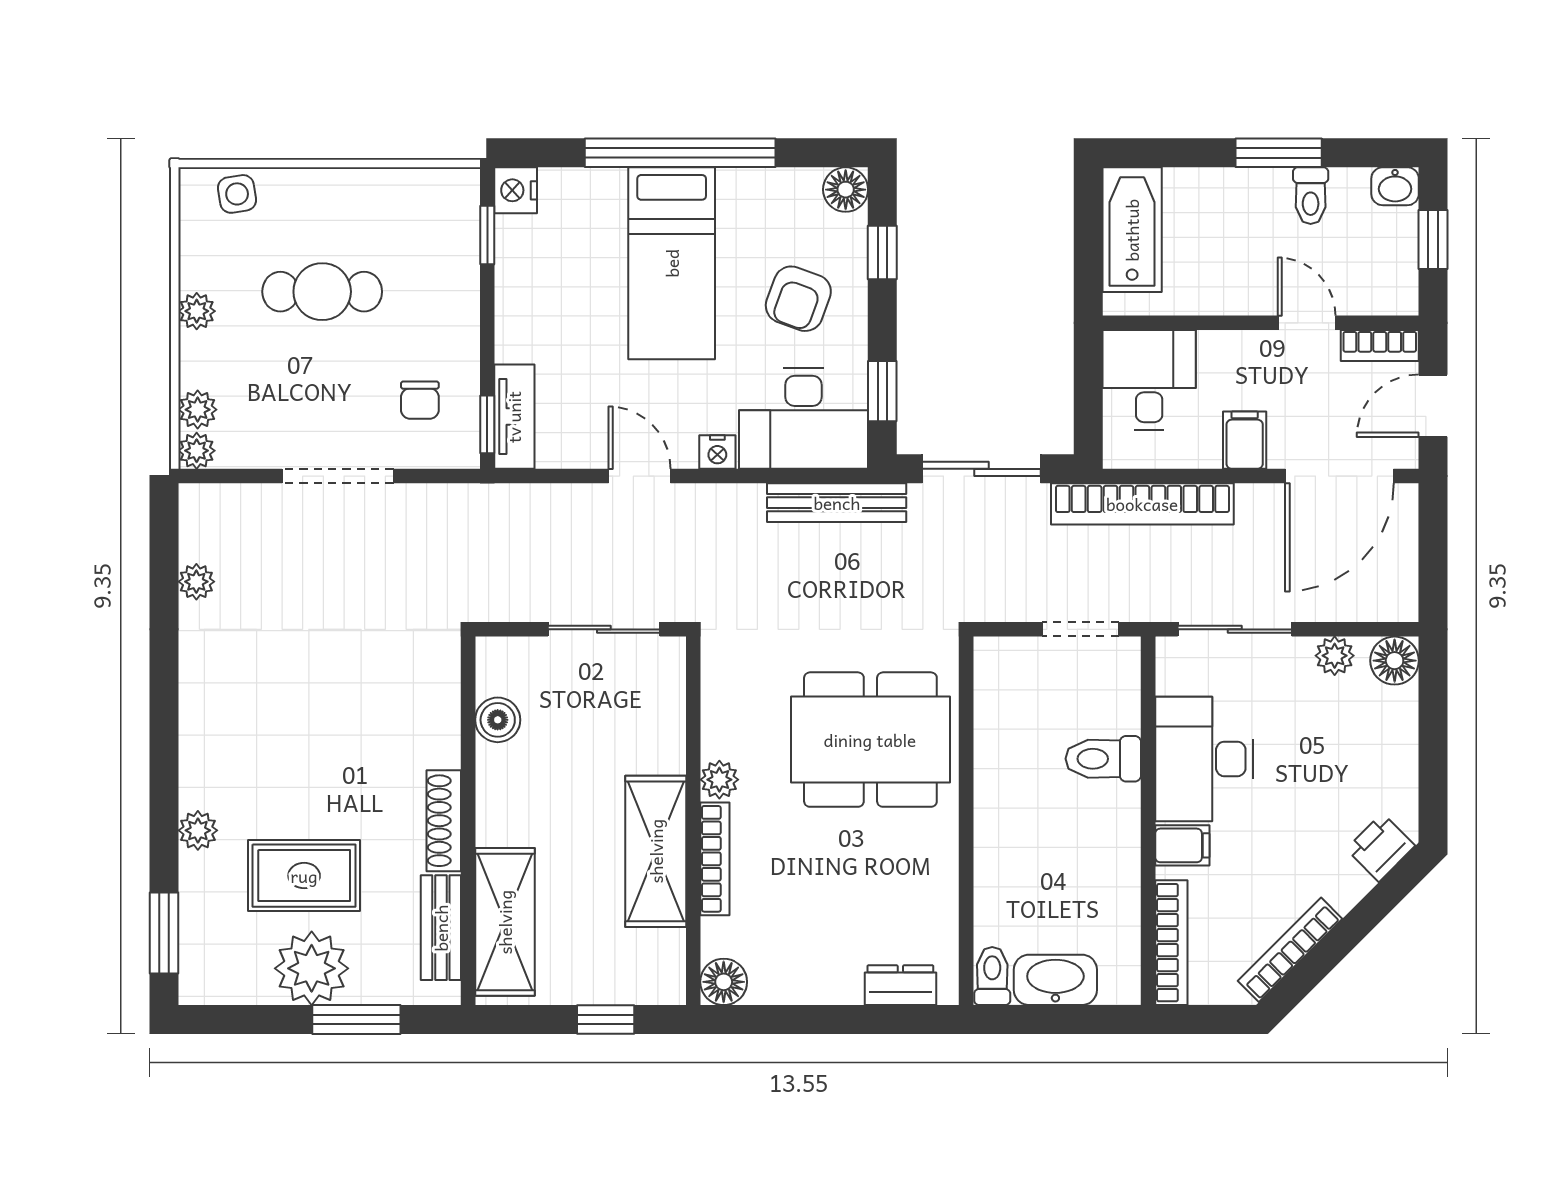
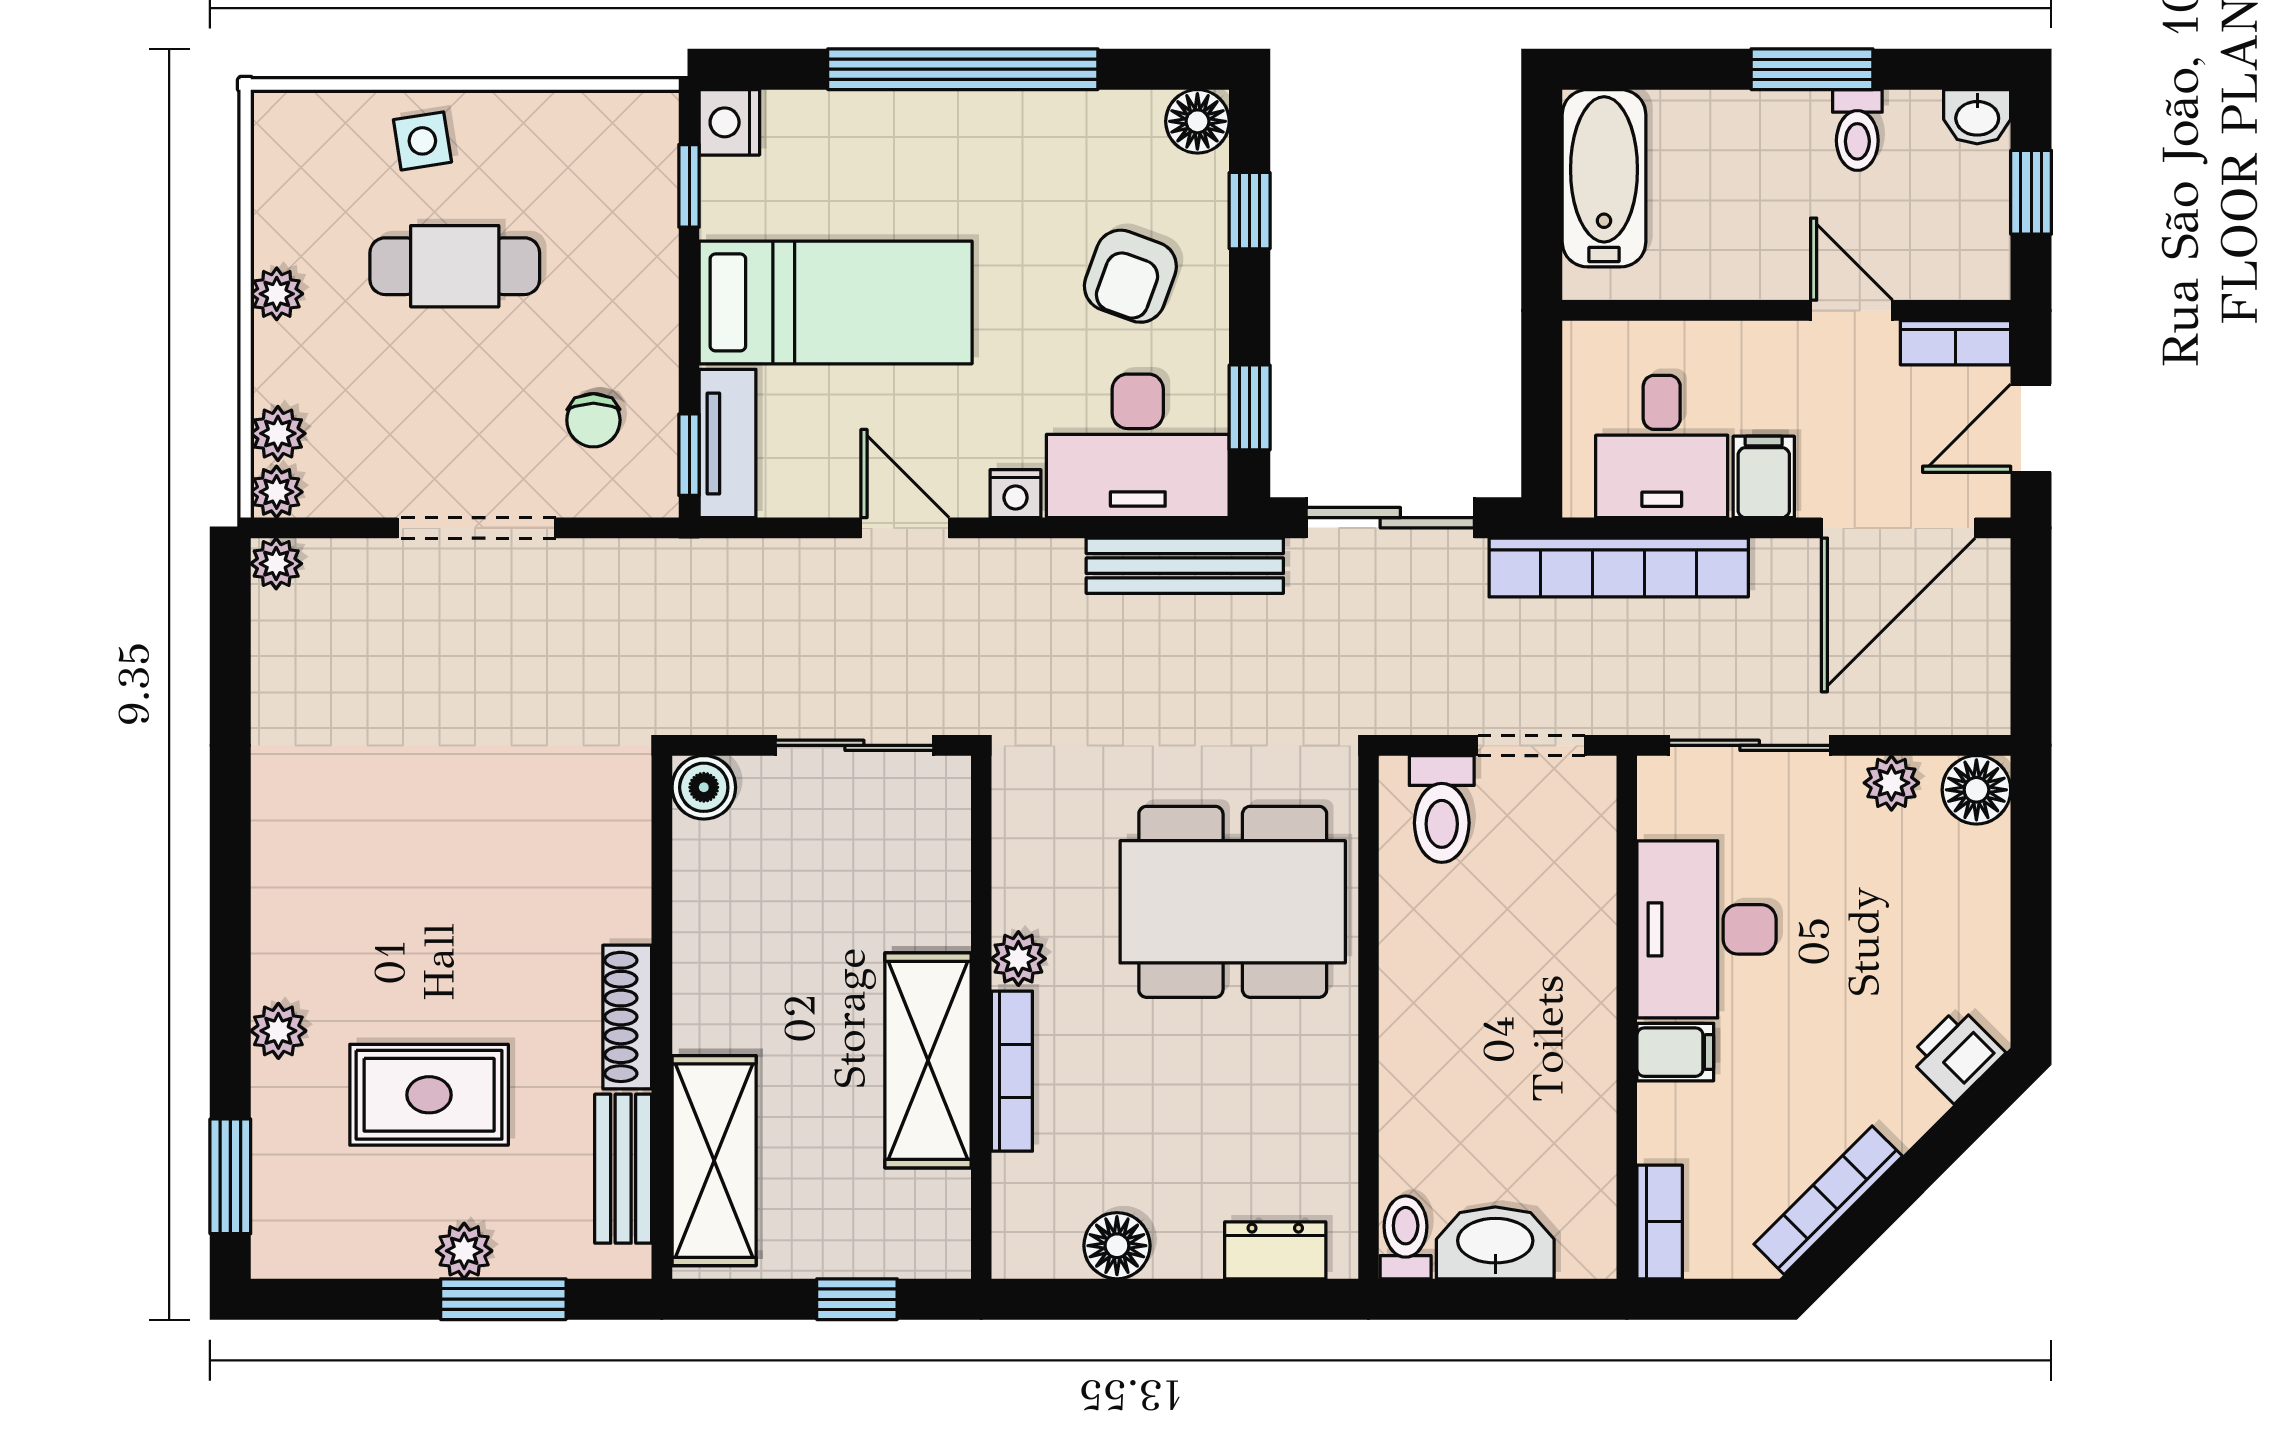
side table: (237, 194) -> (422, 141), moved
bed: (672, 263) -> (836, 302), moved, turned -90
desk: (1149, 380) -> (1662, 447), moved, turned 180
plant: (196, 582) -> (276, 564), moved
boiler: (498, 720) -> (704, 787), moved
toilet: (1103, 759) -> (1442, 809), moved, turned -90
bookcase: (1171, 943) -> (1660, 1222), width x0.64
plant: (312, 968) -> (464, 1251), width x0.53, depth x0.53
floor lamp: (724, 982) -> (1117, 1246), moved

